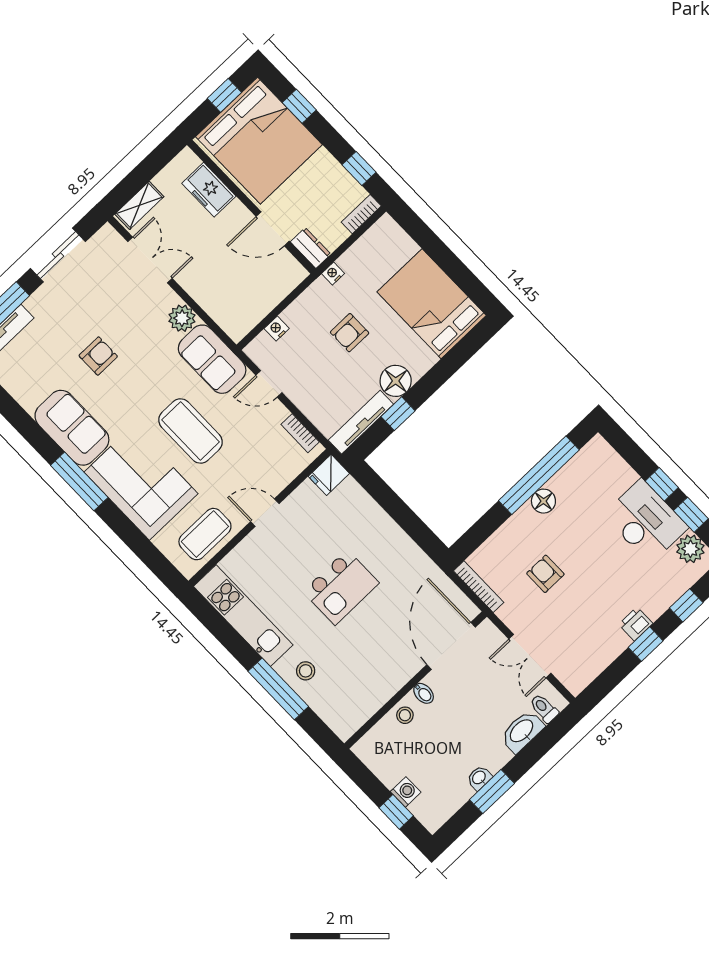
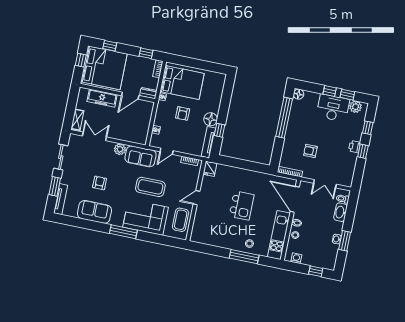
freezer: (209, 190) -> (102, 98), width x1.40
bed: (432, 304) -> (182, 82), moved, turned 180
sofa: (72, 428) -> (94, 212), moved
floor lamp: (543, 501) -> (299, 94), moved
kitchen unit: (243, 616) -> (279, 235), moved, turned -90
washing machine: (406, 792) -> (296, 258), moved

